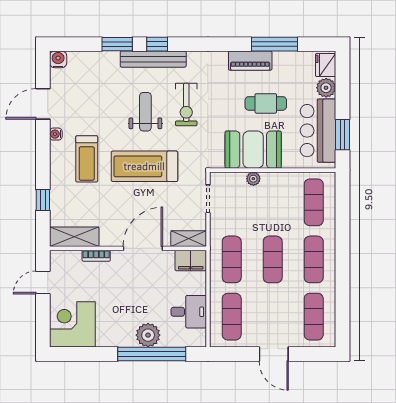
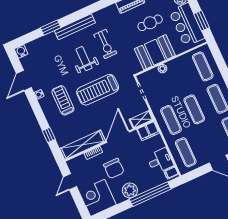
window: (157, 44) -> (73, 17), removed
treadmill: (87, 159) -> (63, 100), turned 180
shelving: (74, 237) -> (83, 145), width x1.47
chair: (116, 292) -> (114, 168), added
plant: (148, 335) -> (130, 190), moved
filing cabinet: (197, 337) -> (171, 173), added

